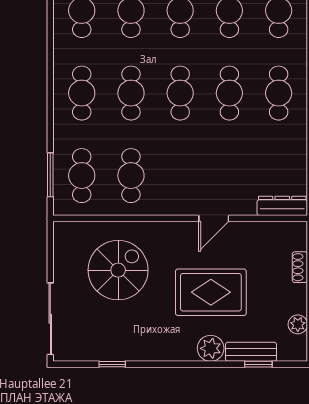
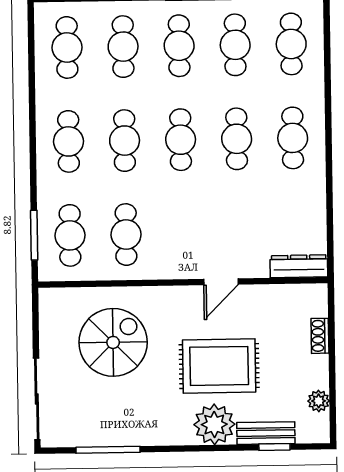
plant: (211, 348) -> (214, 424), width x1.36, depth x1.36
window: (112, 364) -> (108, 450), width x2.17

